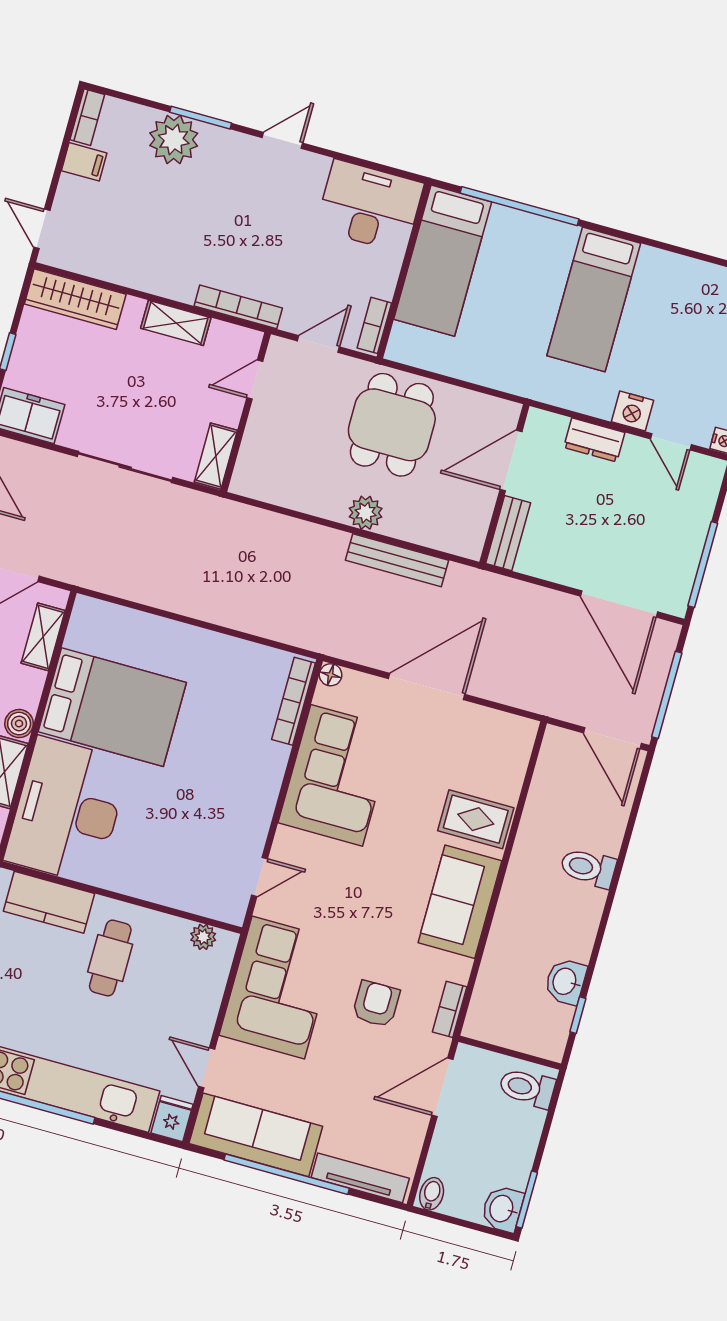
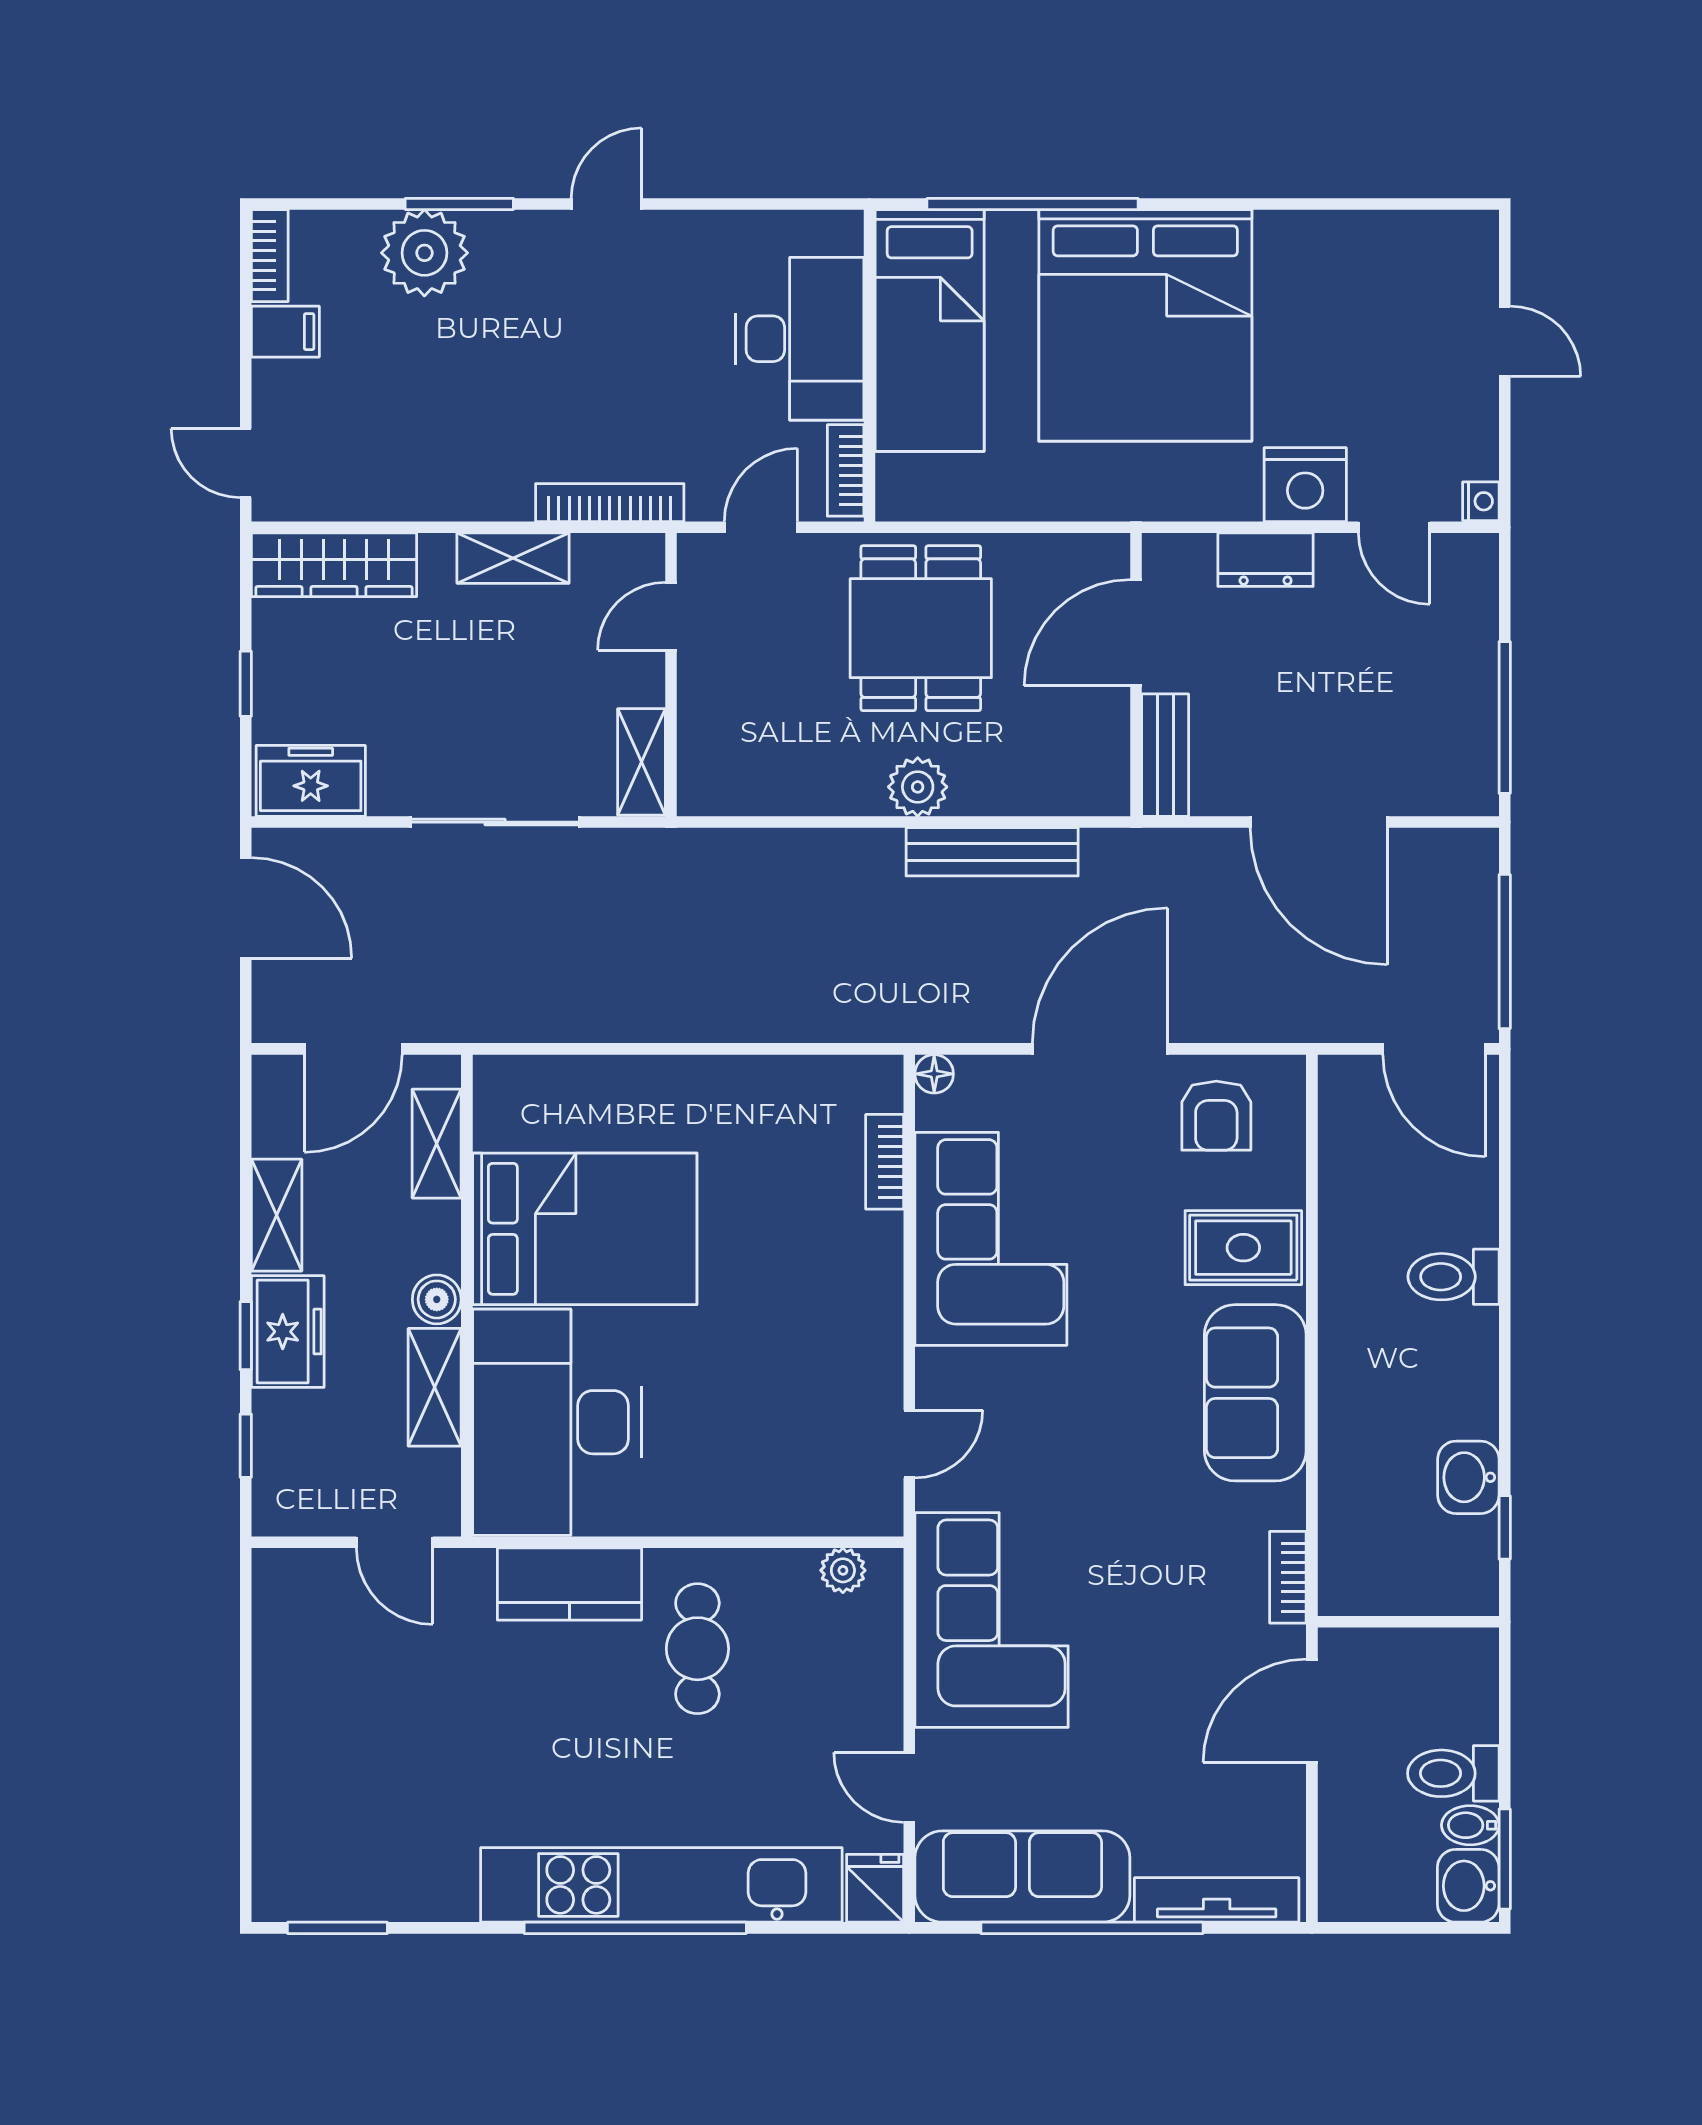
desk: (370, 206) -> (800, 339), moved, turned 90
bed: (594, 299) -> (1145, 325), width x2.04
nightstand: (632, 411) -> (1305, 485), width x1.36, depth x1.33
door: (619, 604) -> (1319, 822), moved
bookcase: (294, 701) -> (885, 1162), width x0.64
armchair: (376, 1004) -> (1216, 1116), moved, turned 180
toilet: (527, 1088) -> (1453, 1773), moved
bidet: (432, 1194) -> (1470, 1825), moved, turned -90

